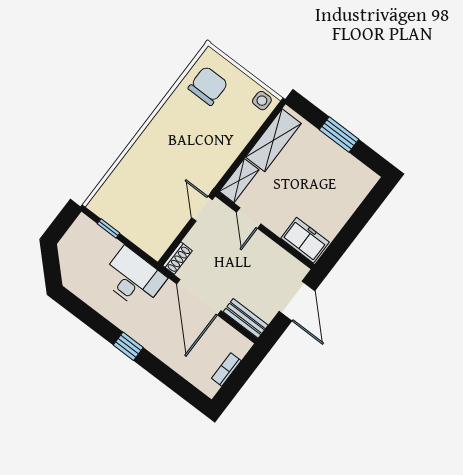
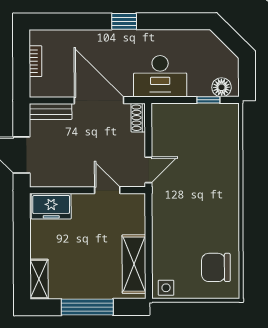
chair: (208, 86) -> (216, 267), turned 90
window: (339, 134) -> (87, 307), width x1.44
shelving: (239, 181) -> (39, 279), moved
door: (202, 209) -> (148, 170), hinge flipped
floor lamp: (90, 230) -> (222, 87), added

